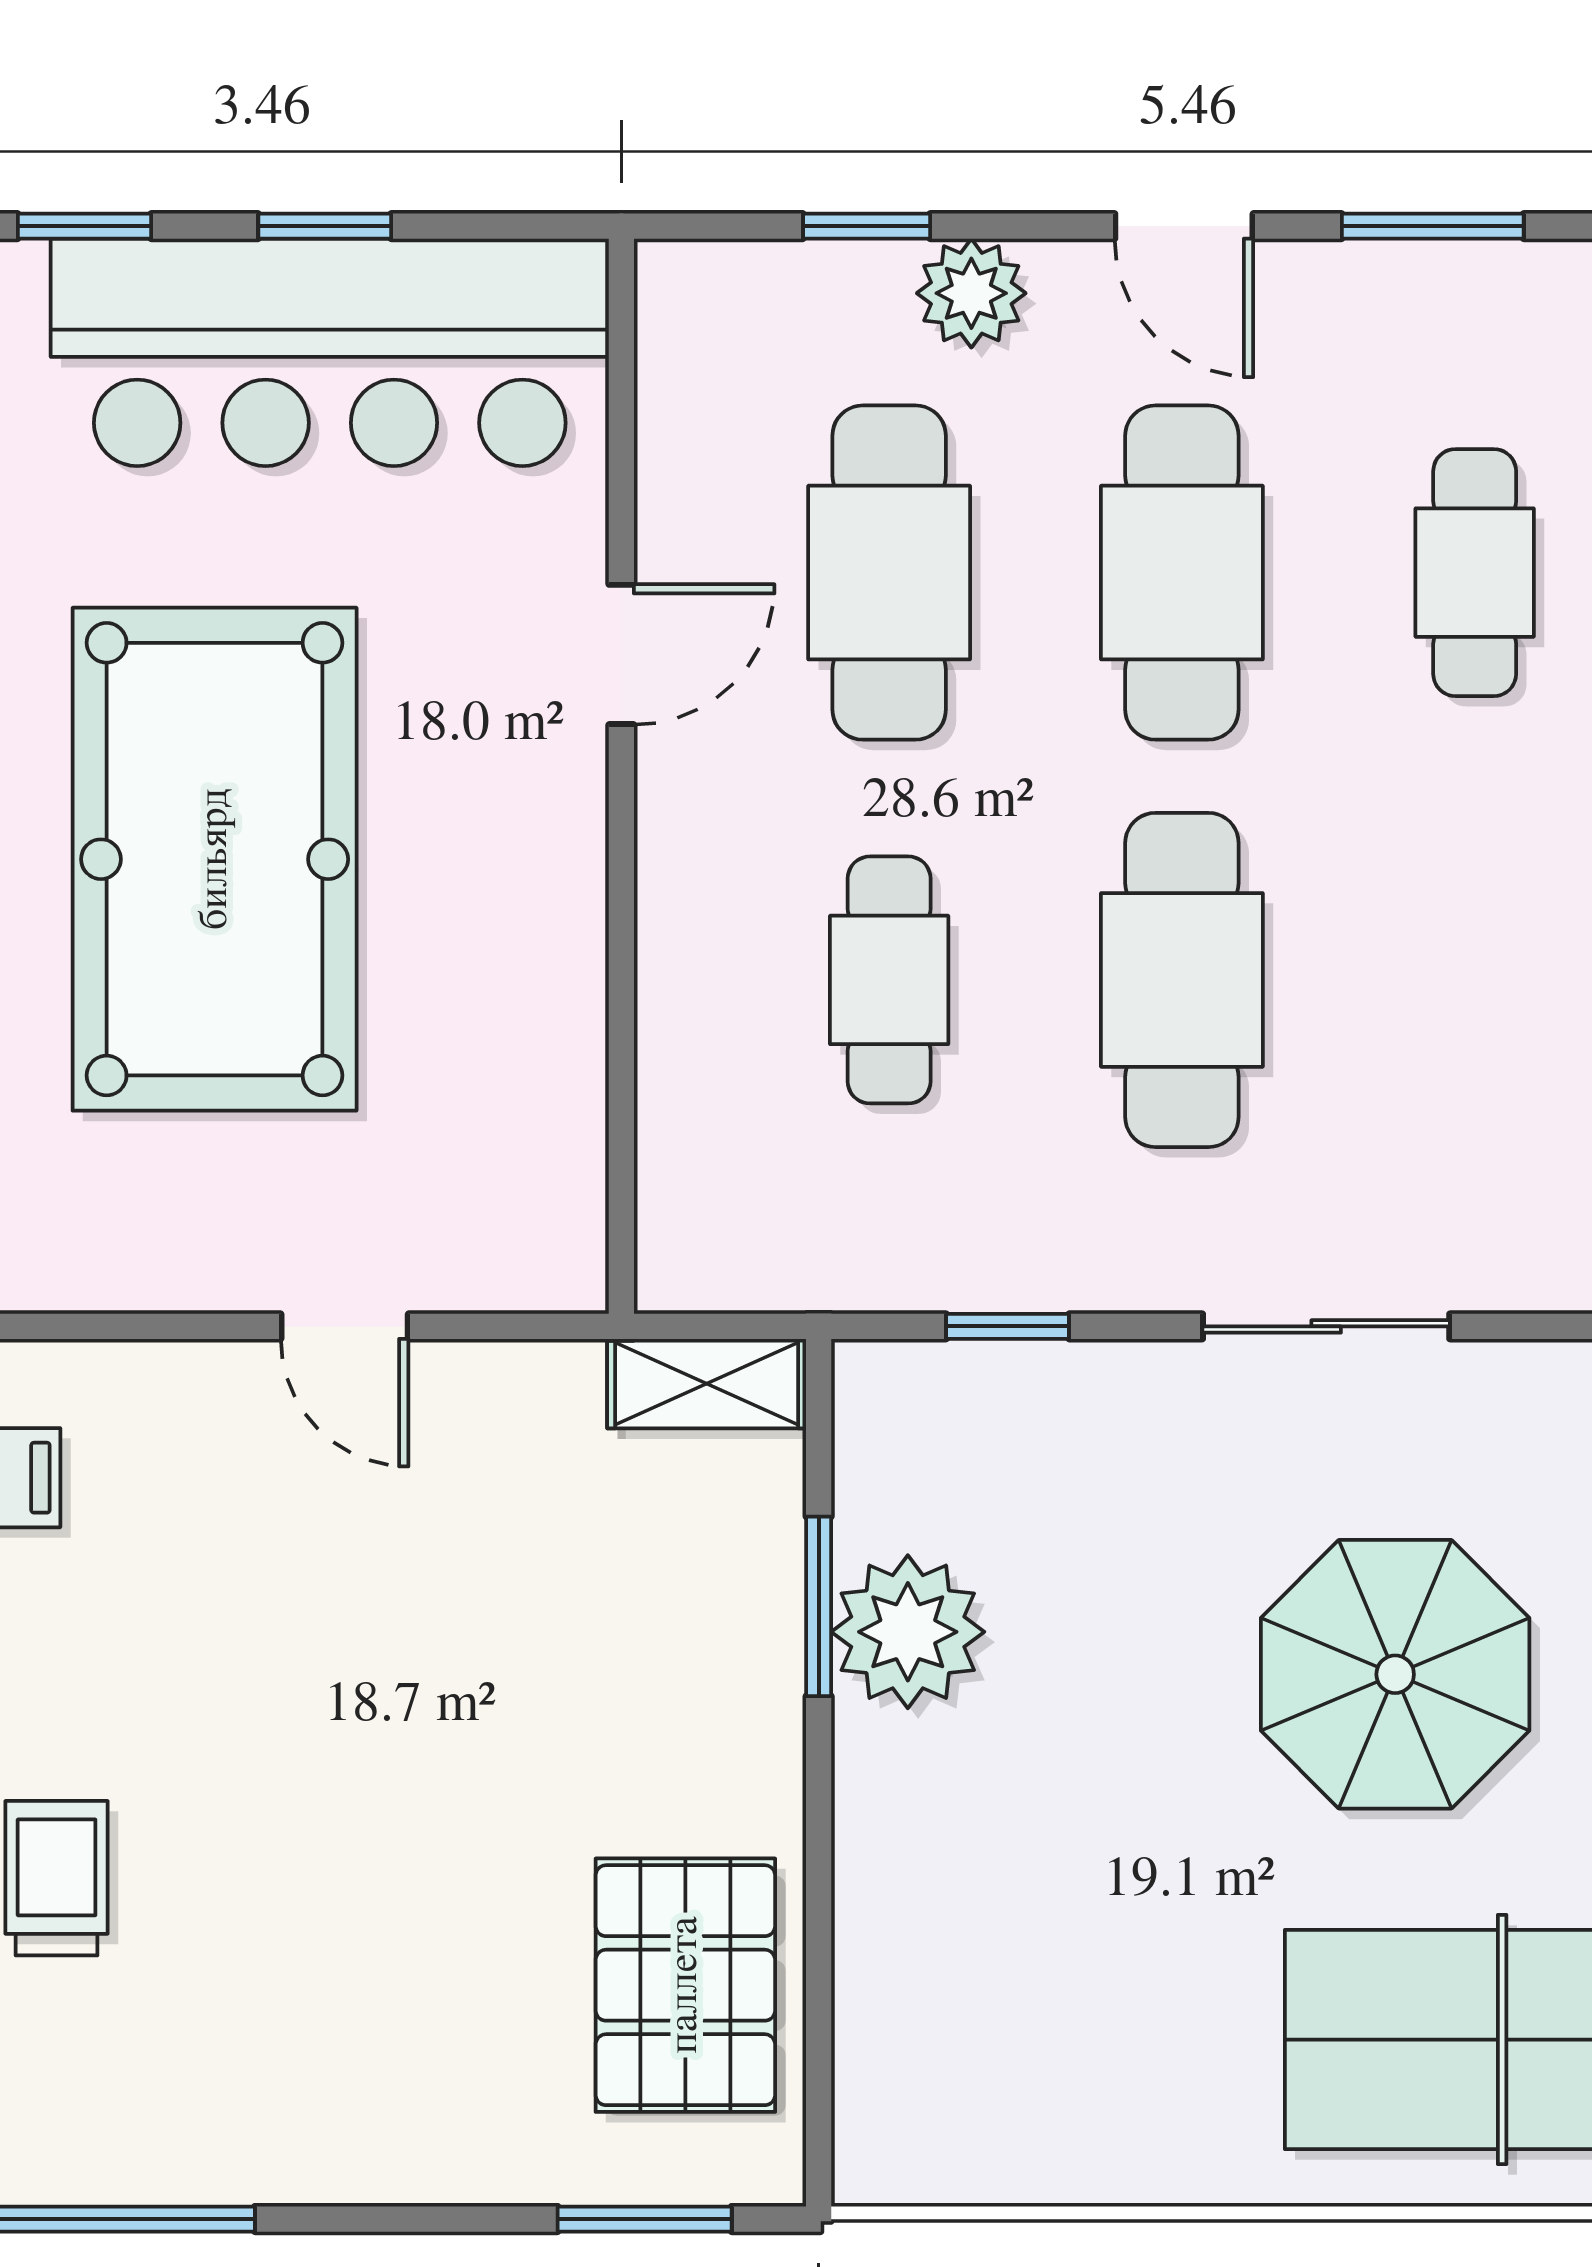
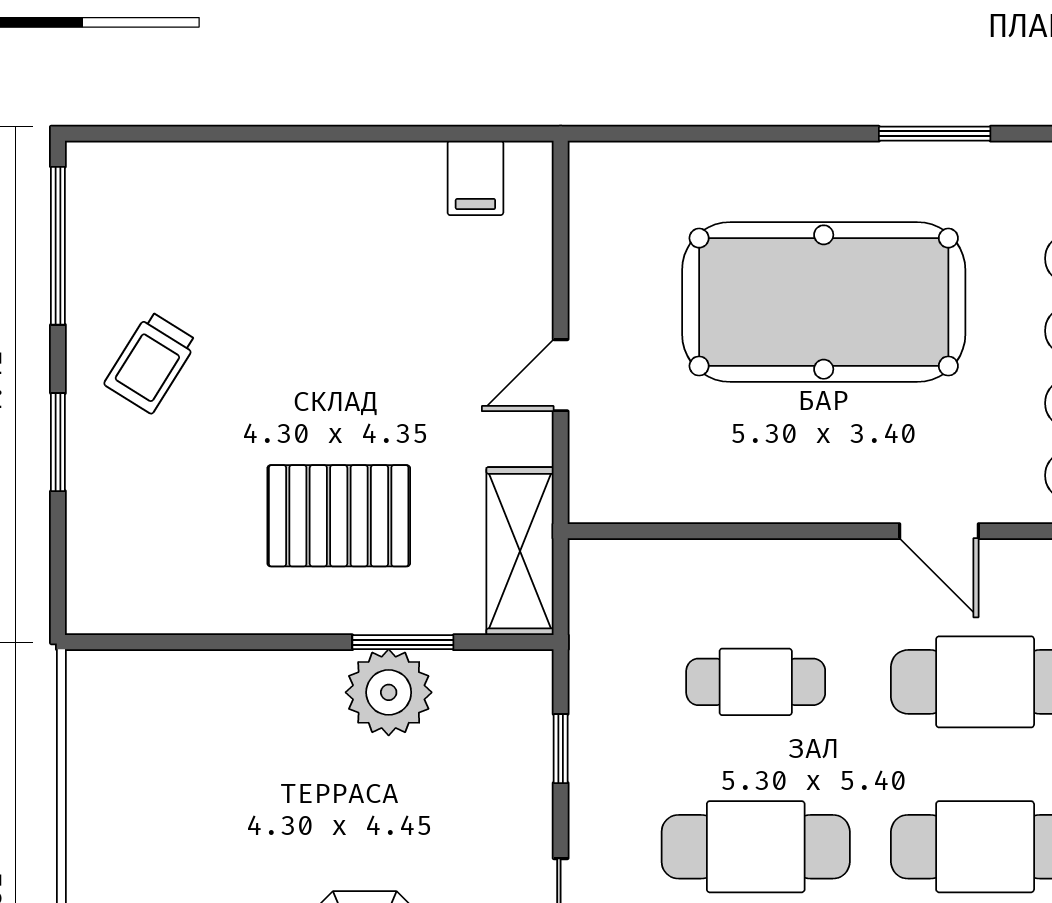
shelving: (707, 1384) -> (520, 551), width x1.50, depth x1.33
trolley: (57, 1878) -> (151, 363), moved, turned 122
pallet: (685, 1985) -> (339, 516), moved
window: (645, 2219) -> (58, 442), moved

